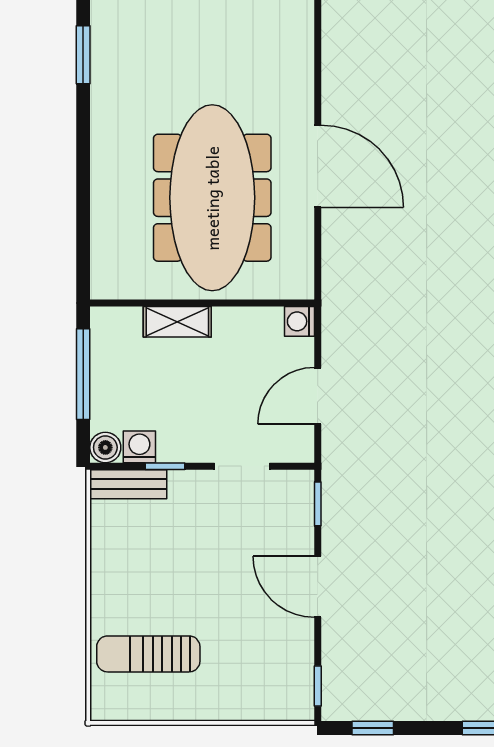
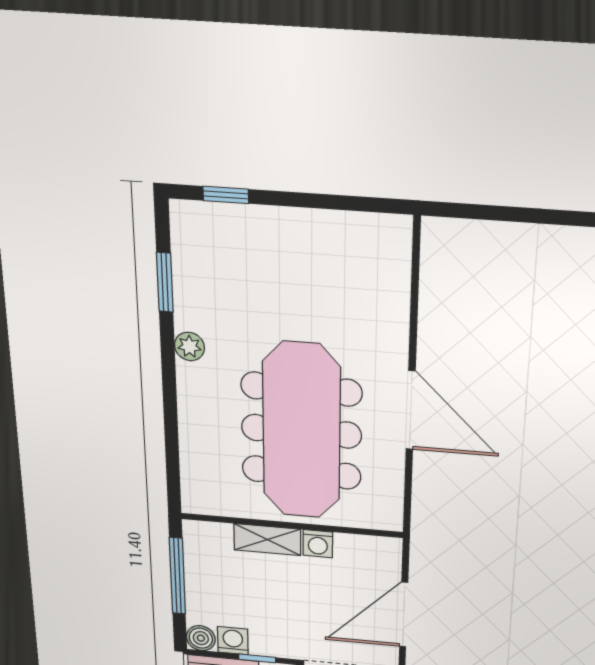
plant: (104, 118) -> (189, 346), added
washing machine: (299, 321) -> (318, 544), moved, turned -90
door: (318, 396) -> (404, 615), width x1.36

